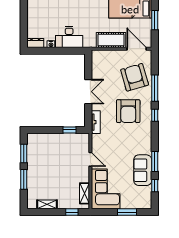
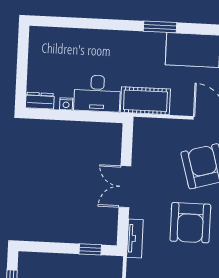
cot: (111, 40) -> (145, 101), moved
double door: (88, 92) -> (125, 187), swing flipped

